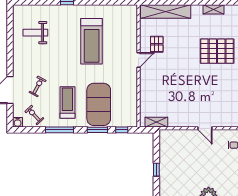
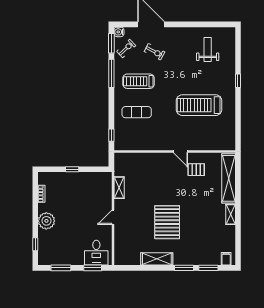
shelving: (213, 9) -> (231, 214), moved
pallet: (217, 51) -> (167, 222), moved
treadmill: (67, 102) -> (139, 81), turned 180
exercise mat: (99, 104) -> (137, 112), width x0.50, depth x0.69
shelving: (156, 122) -> (119, 188), moved
window: (97, 130) -> (111, 43), moved

